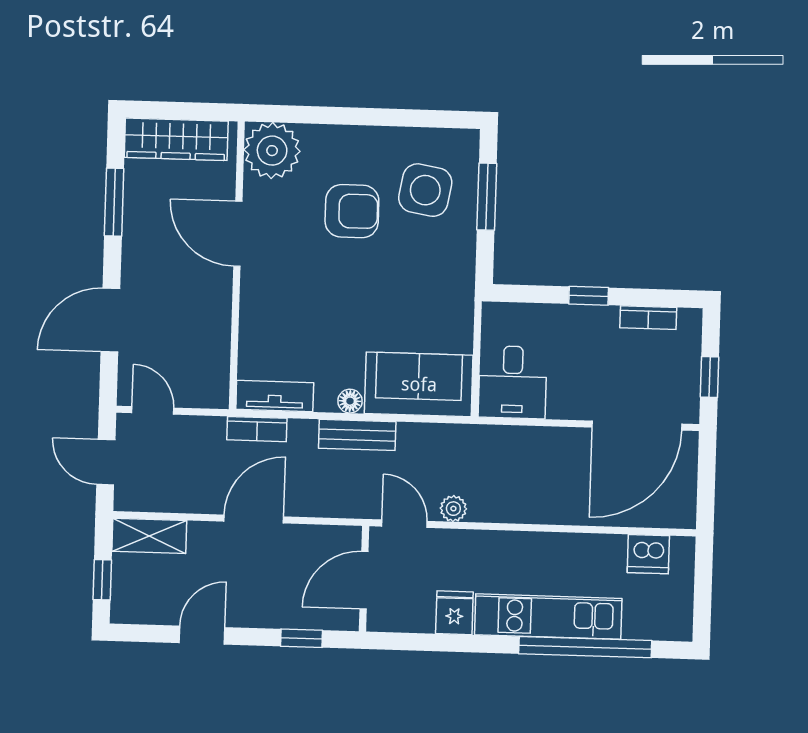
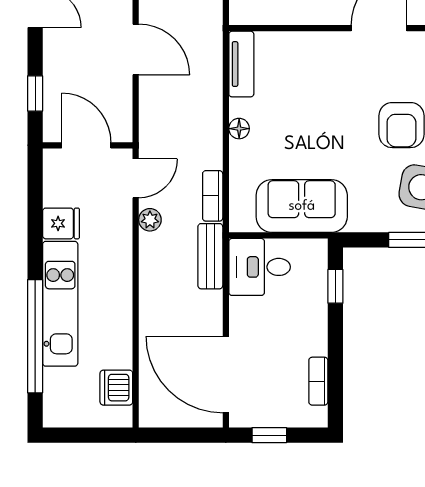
window: (589, 296) -> (335, 286), moved
sofa: (419, 384) -> (302, 206), moved, turned -90
bookcase: (257, 429) -> (213, 196), moved
bench: (357, 435) -> (210, 256), moved

